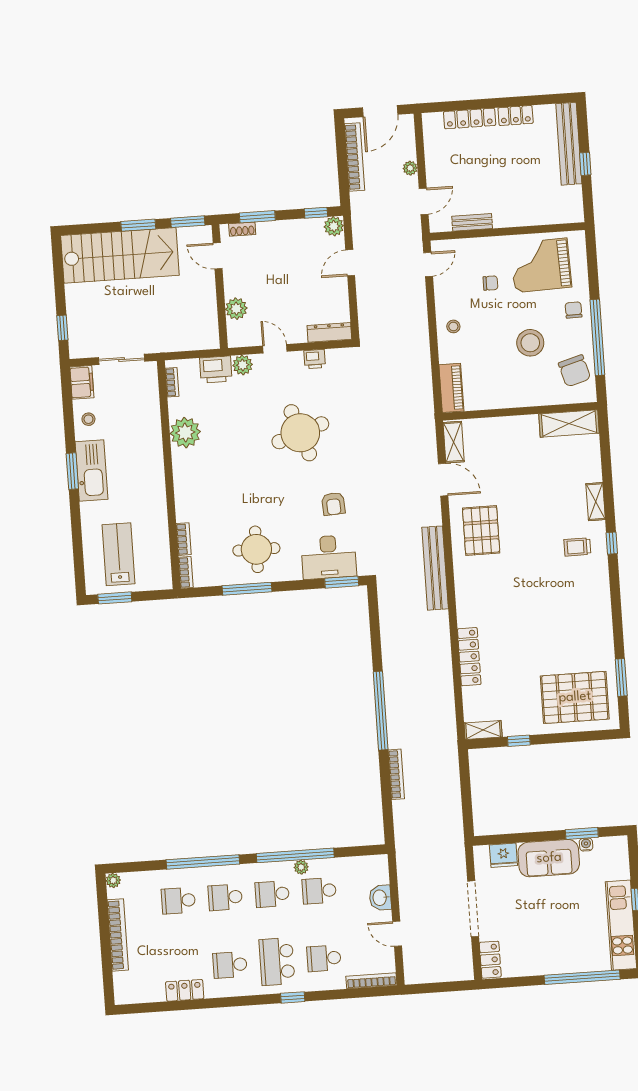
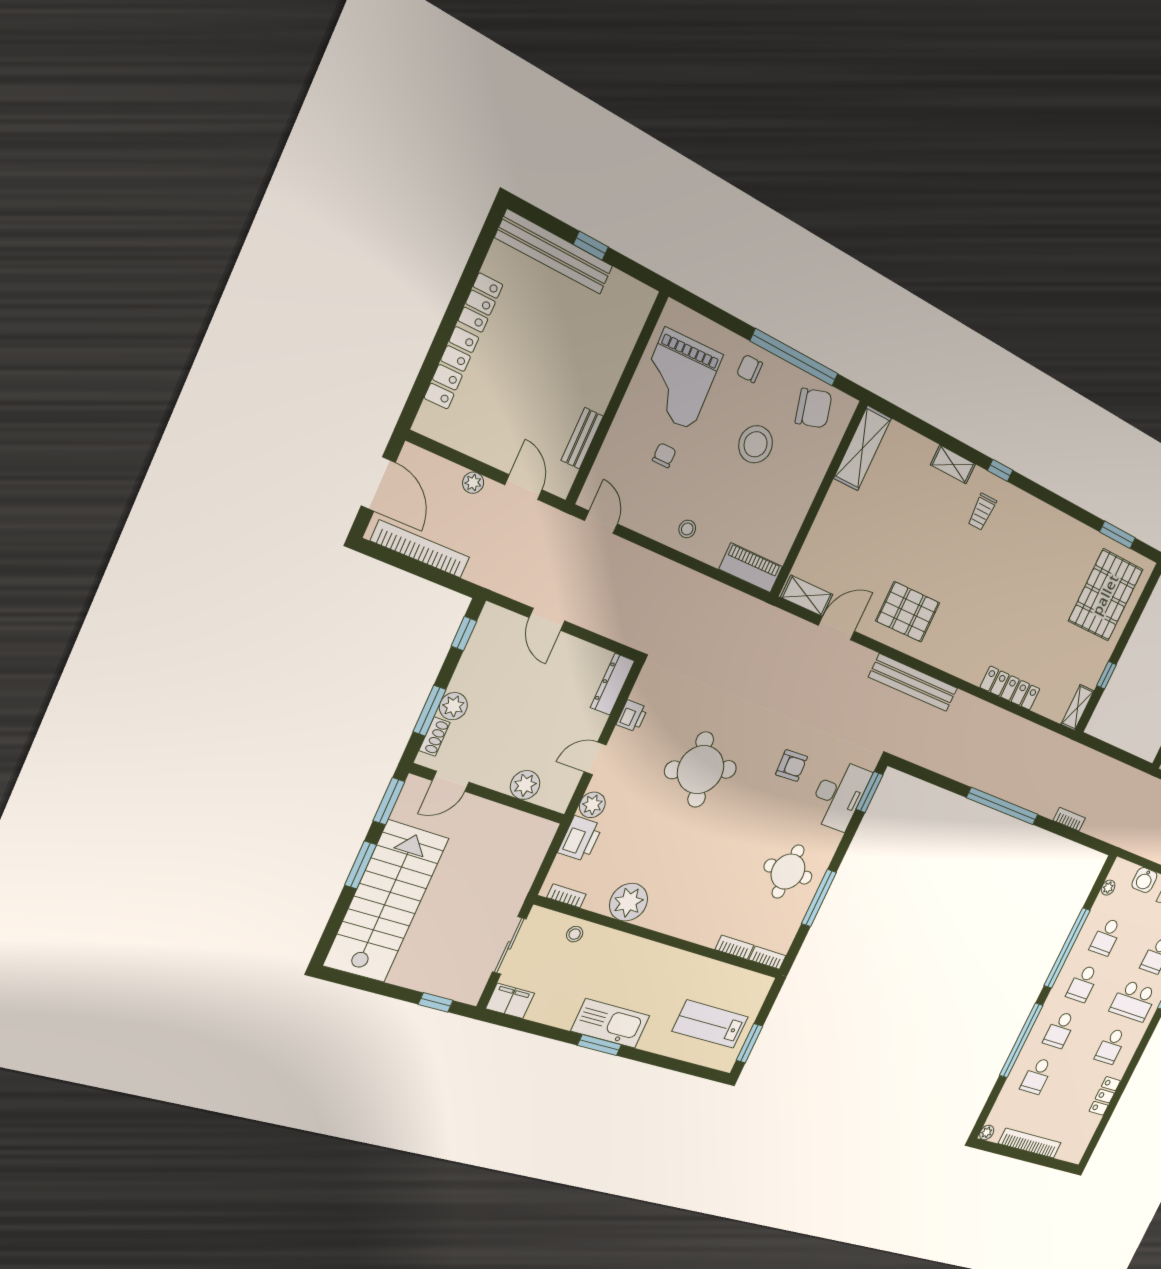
plant: (334, 226) -> (453, 706), moved
stool: (88, 419) -> (575, 934), moved
bookcase: (396, 774) -> (1069, 819), width x0.64
plant: (301, 867) -> (1108, 888), moved

